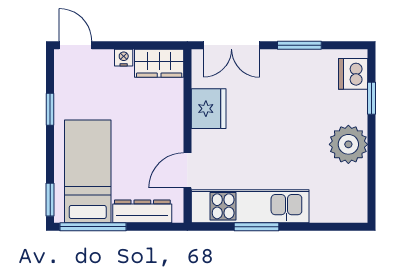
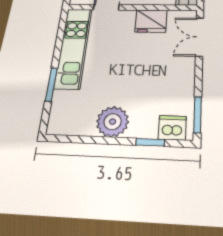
window: (299, 45) -> (198, 115), moved
window: (256, 227) -> (51, 84), moved

